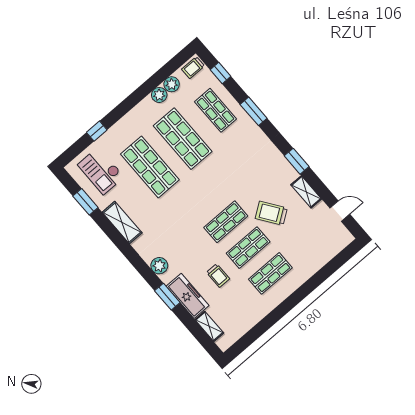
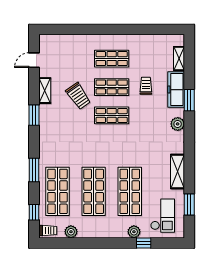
plant: (159, 95) -> (134, 232), moved
shop shelf: (215, 110) -> (57, 191), width x1.43, depth x1.36
door: (340, 211) -> (34, 60), hinge flipped

